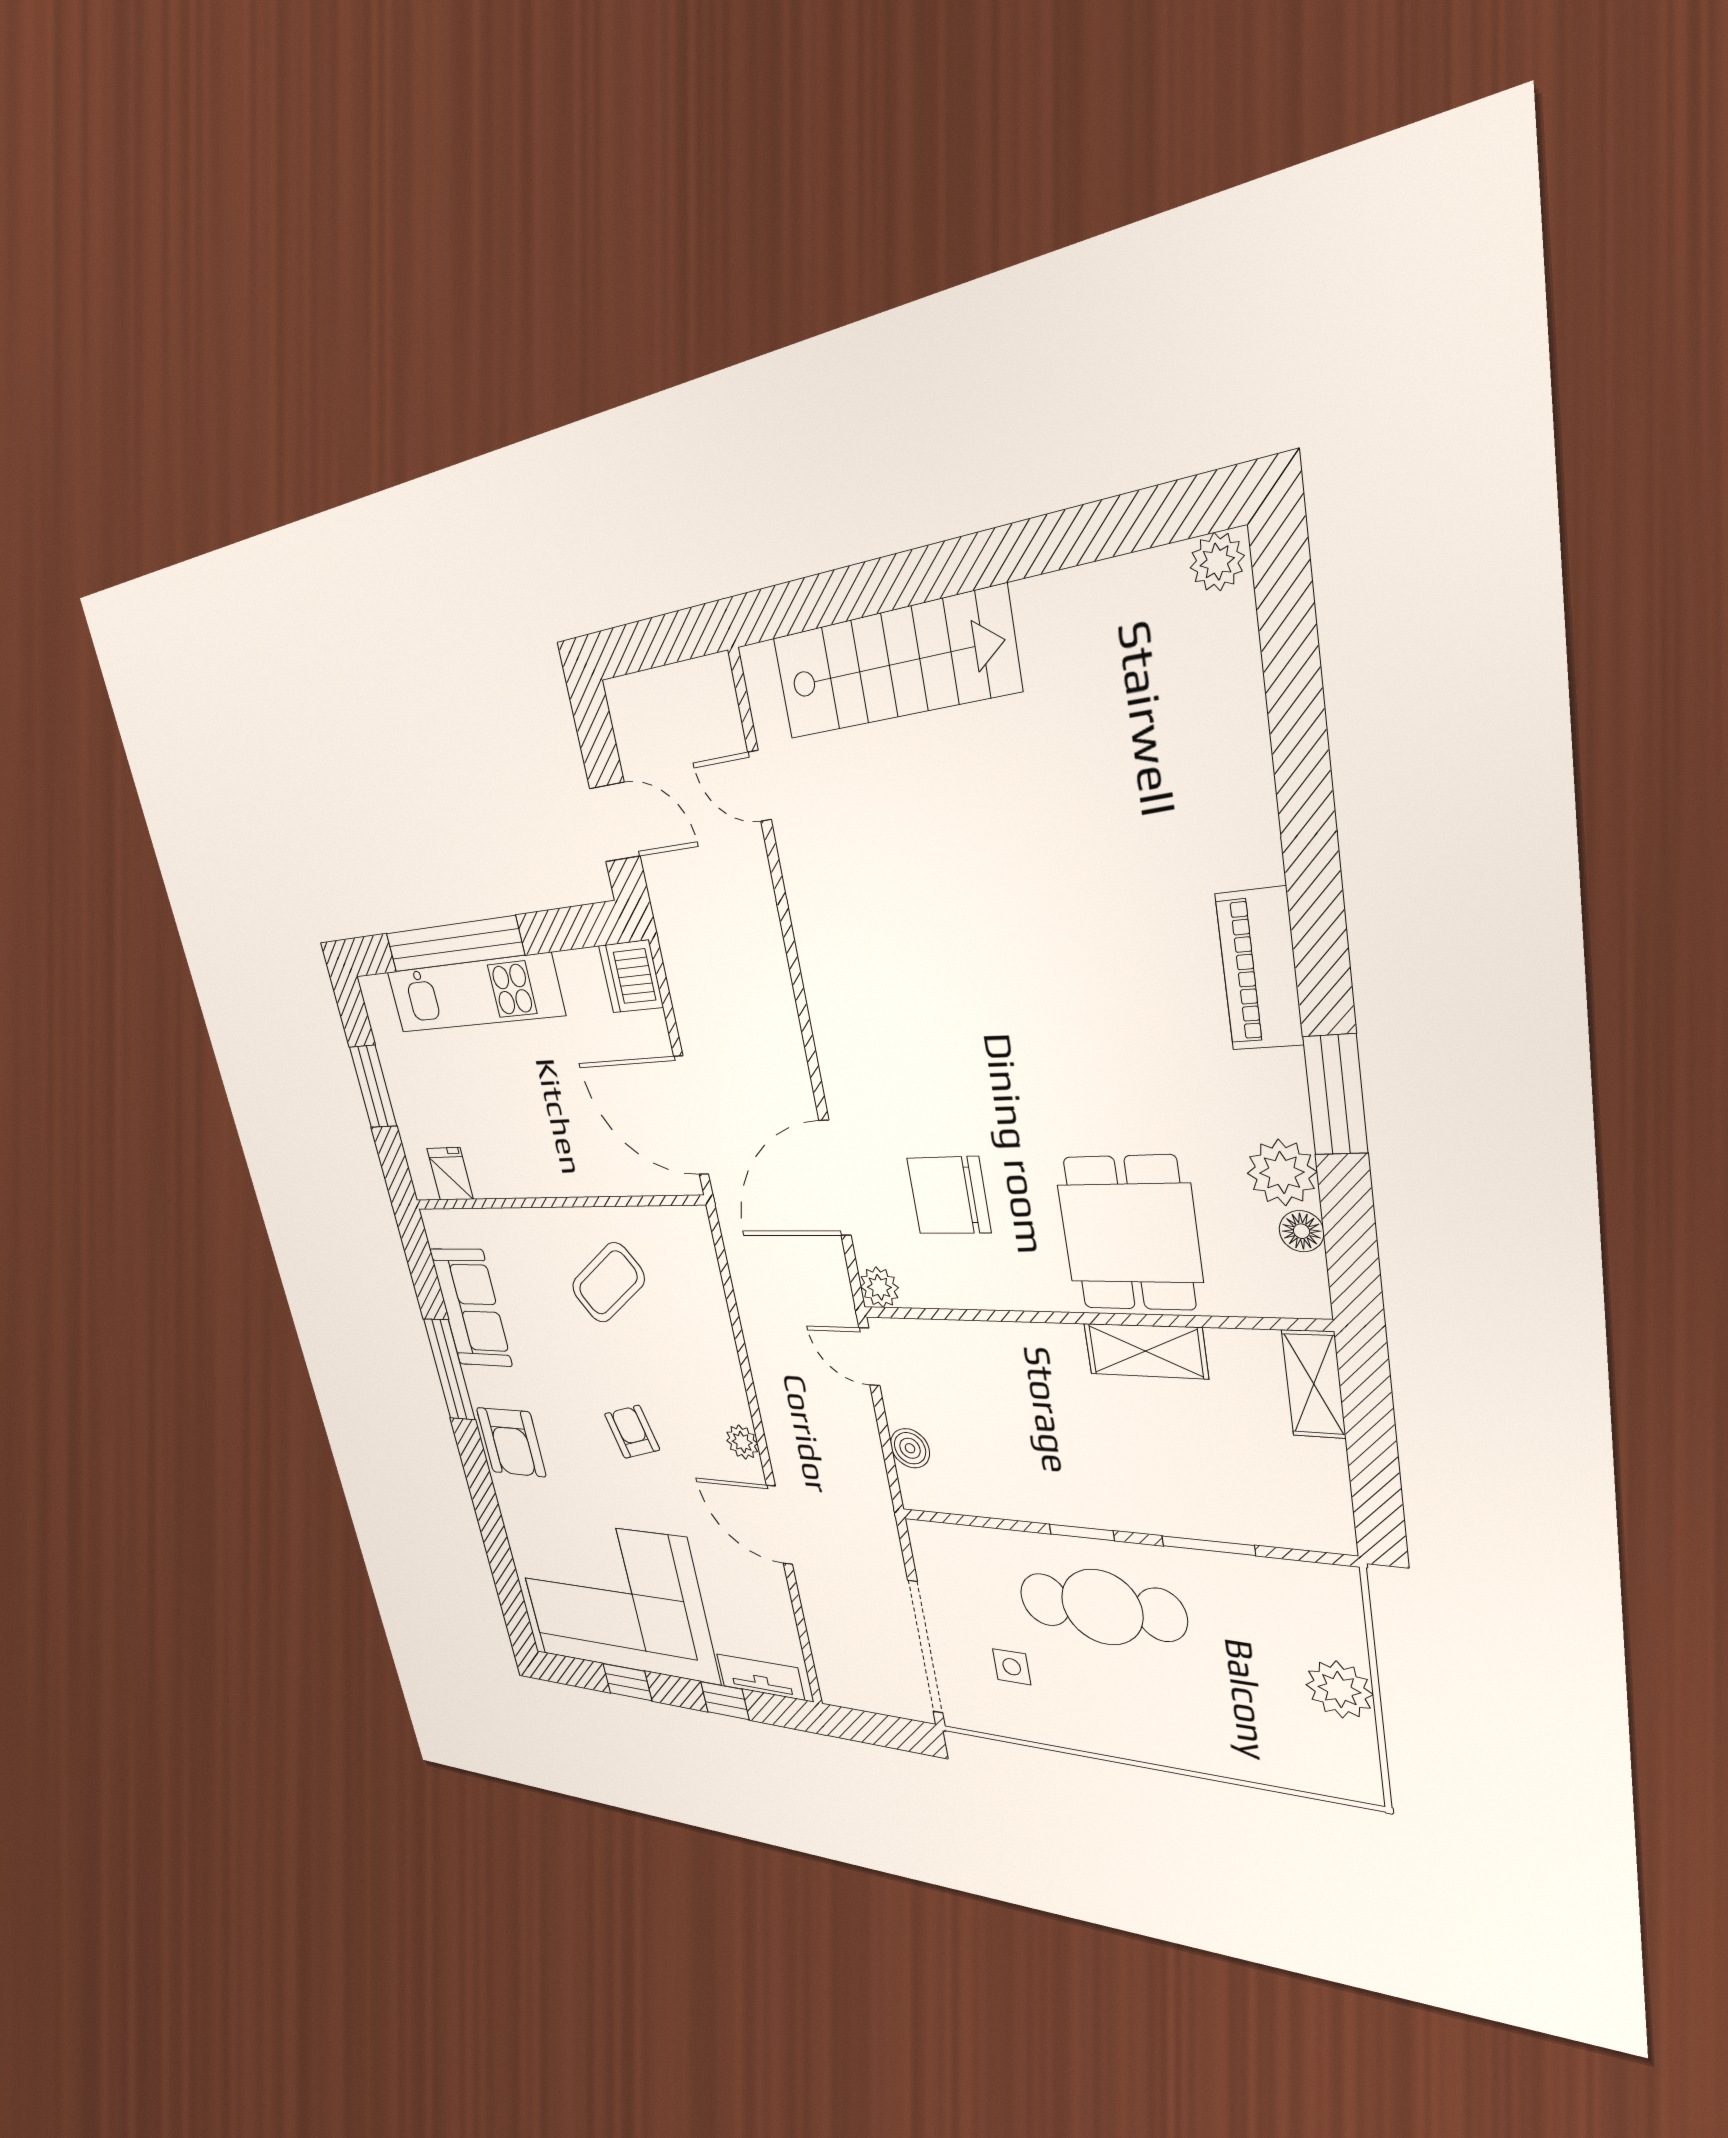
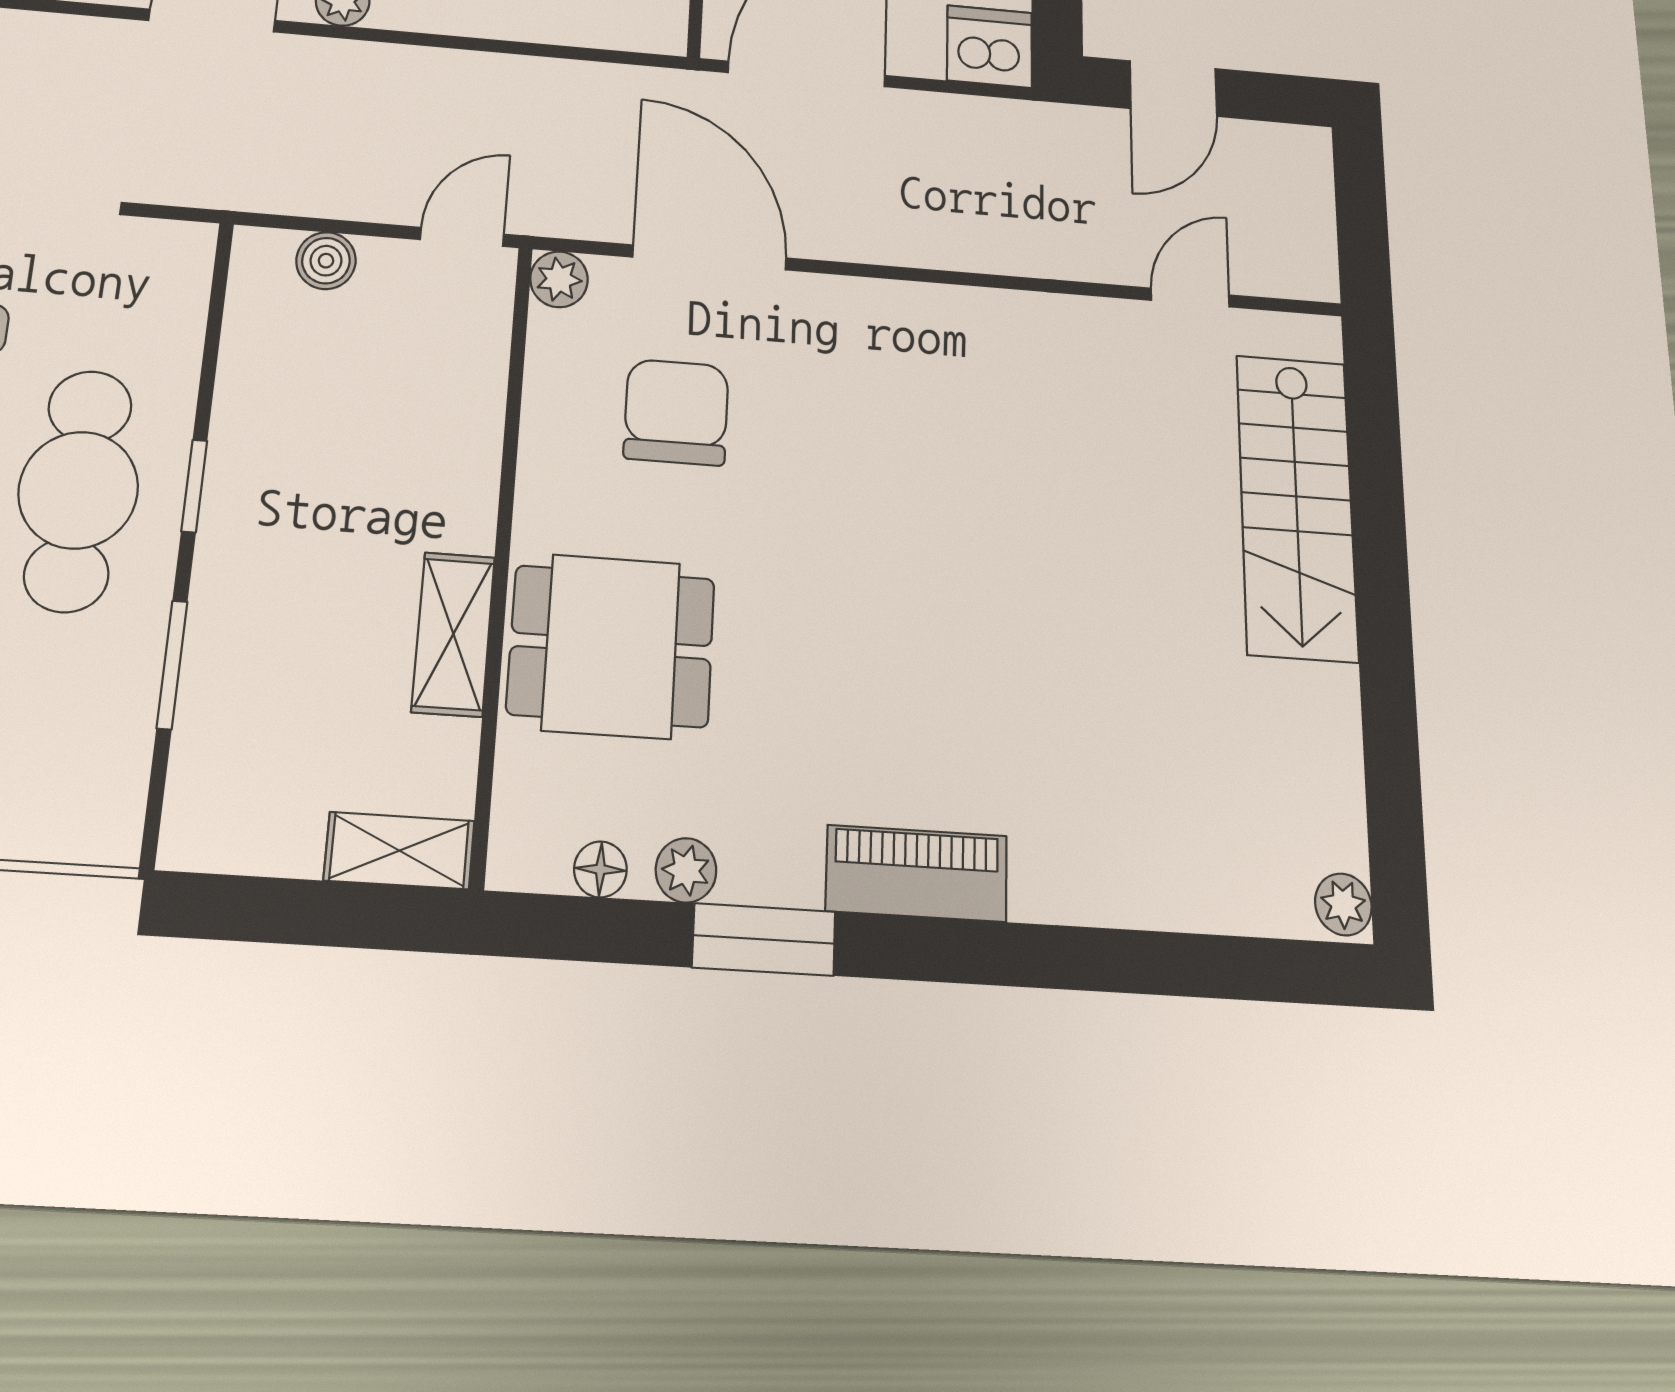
plant: (1282, 1173) -> (686, 870), width x0.73, depth x0.73

